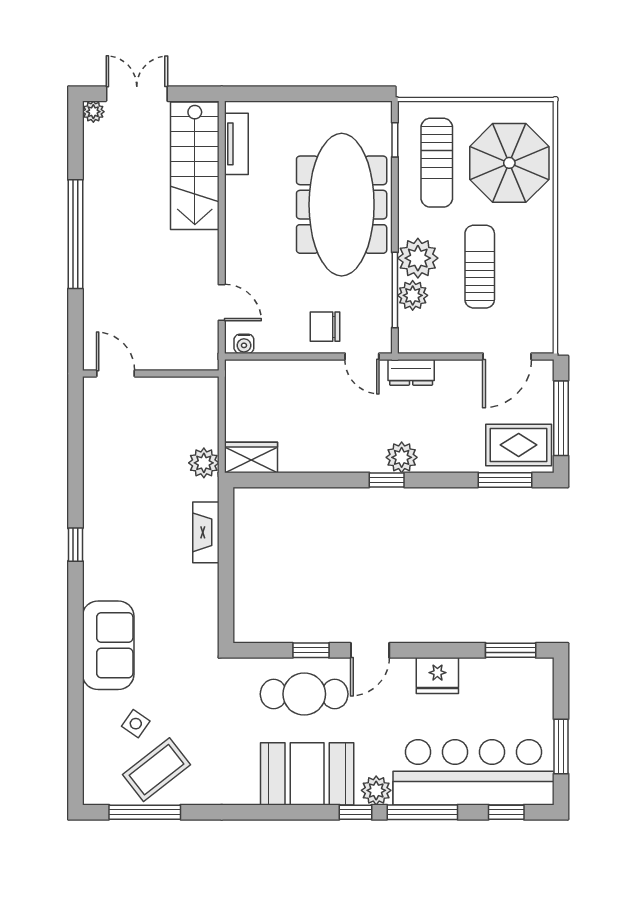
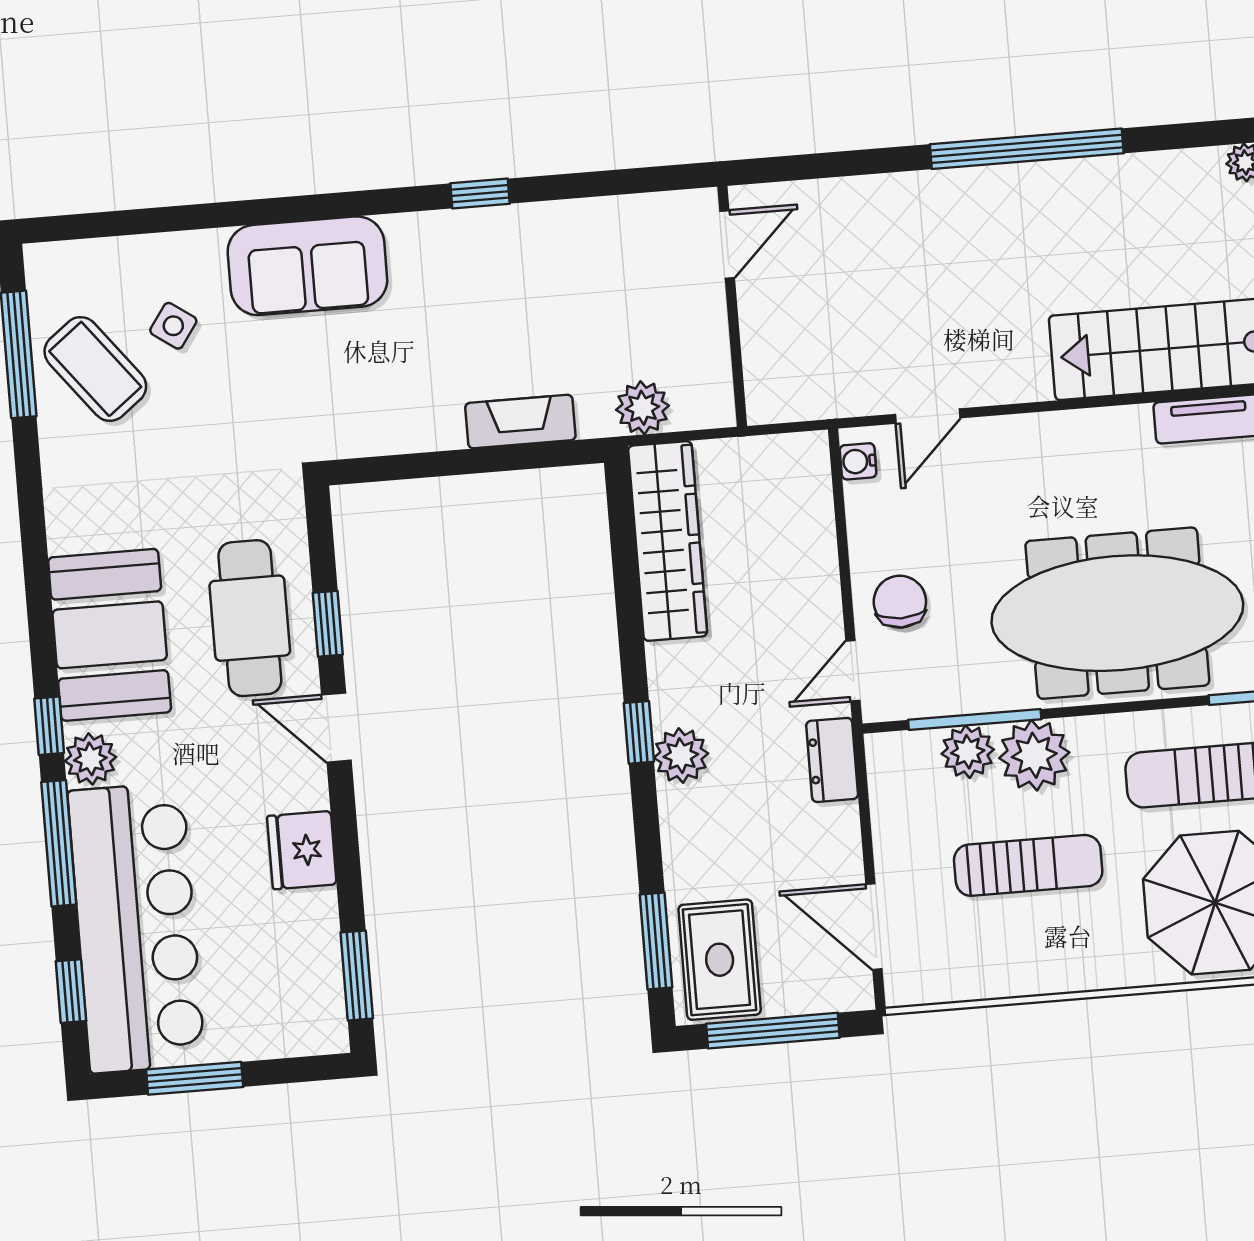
door: (116, 373) -> (727, 244), moved
wall: (151, 373) -> (732, 306), moved
wardrobe: (251, 458) -> (668, 541), width x2.10, depth x1.17

